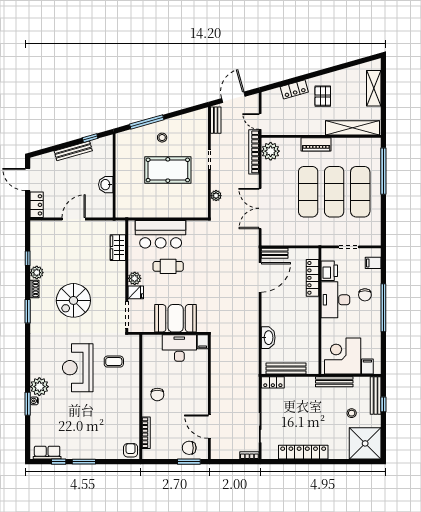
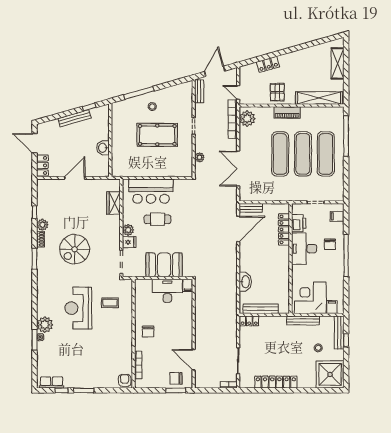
pallet: (323, 96) -> (277, 92), moved

